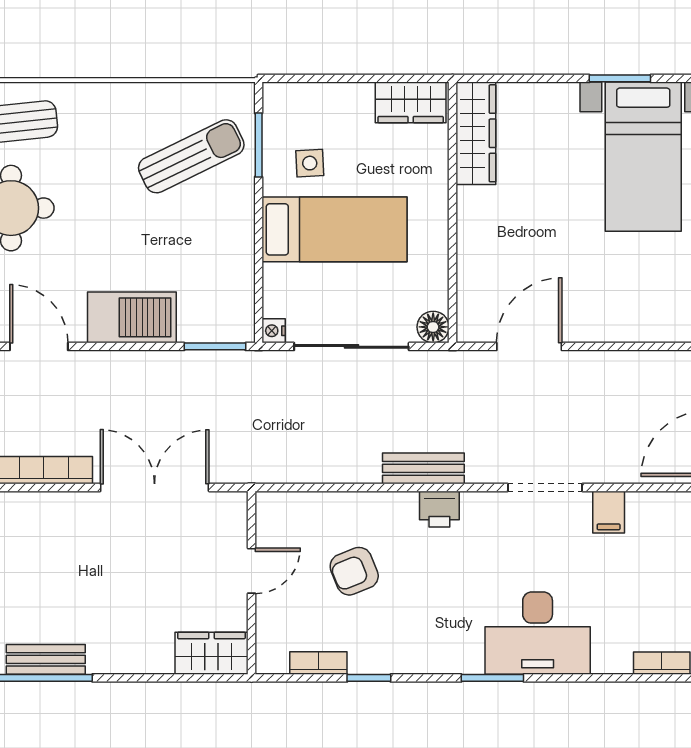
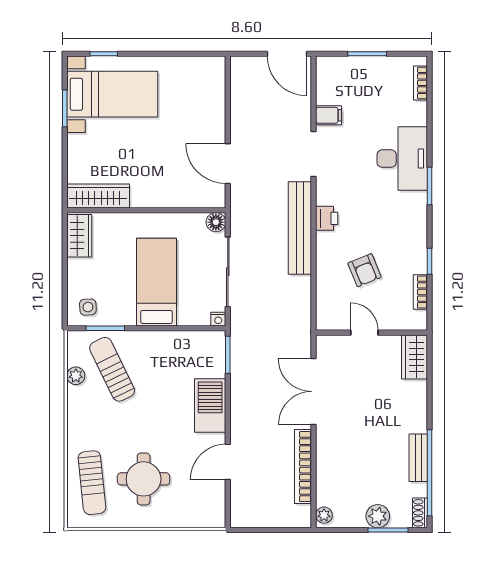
plant: (181, 97) -> (76, 376), added
side table: (310, 163) -> (88, 307), moved
bench: (423, 468) -> (300, 228), width x1.86, depth x1.21

